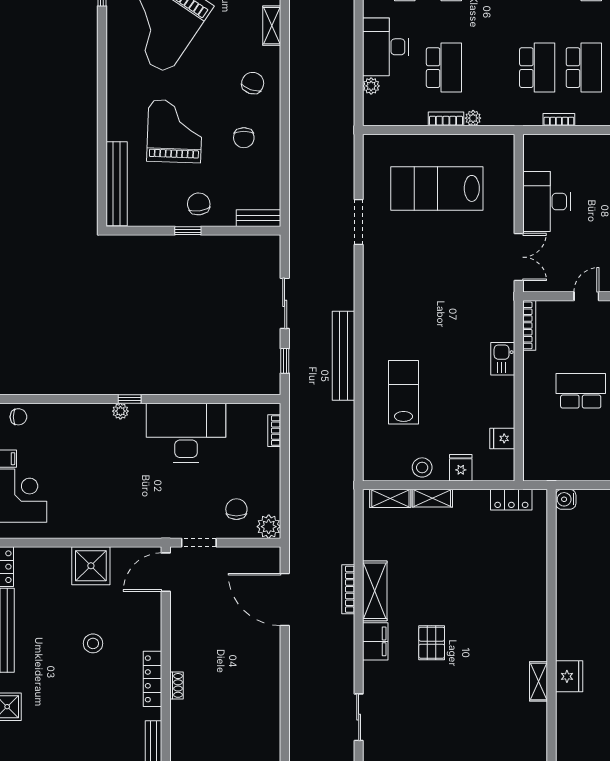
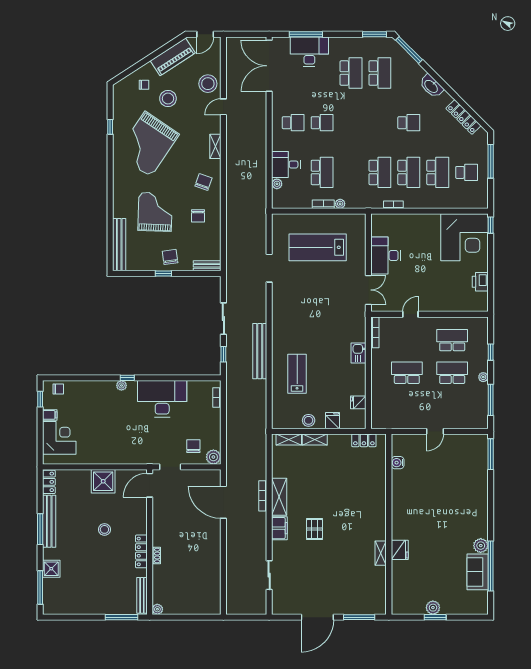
desk: (386, 47) -> (286, 164), width x0.73
water cooler: (566, 499) -> (398, 463), moved

